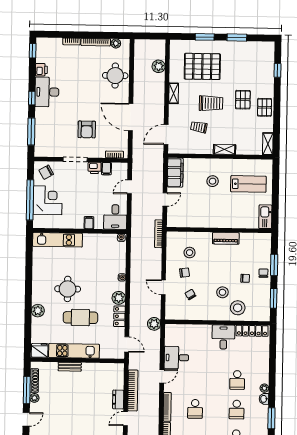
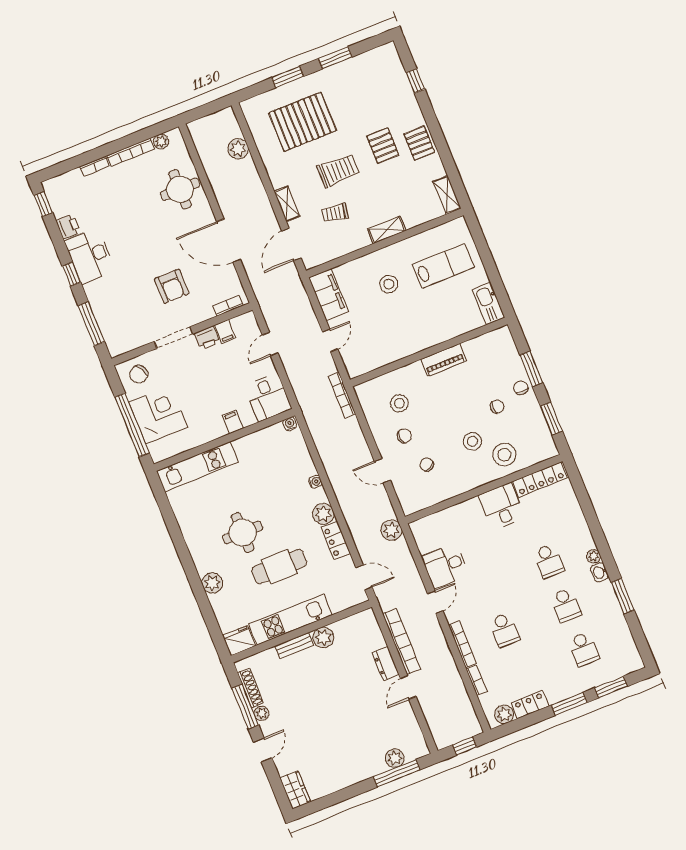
shelving: (174, 93) -> (287, 204), moved
plant: (89, 369) -> (323, 637), added

